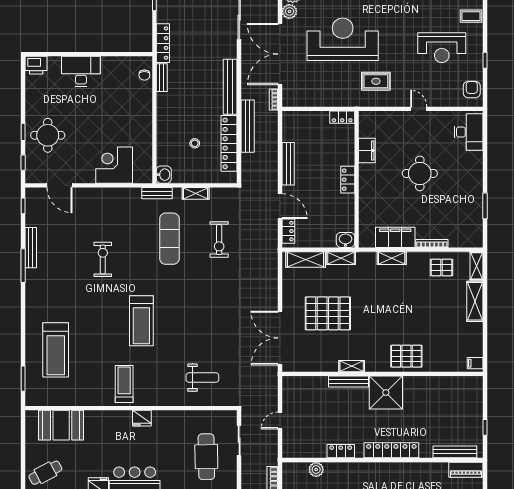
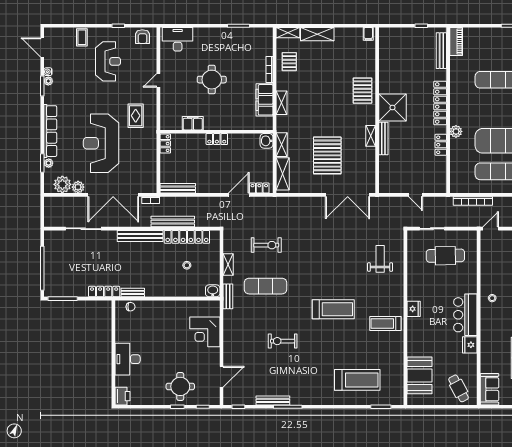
armchair: (472, 89) -> (142, 37), turned -90
bench: (288, 164) -> (178, 188), moved
plant: (316, 469) -> (456, 131), moved

